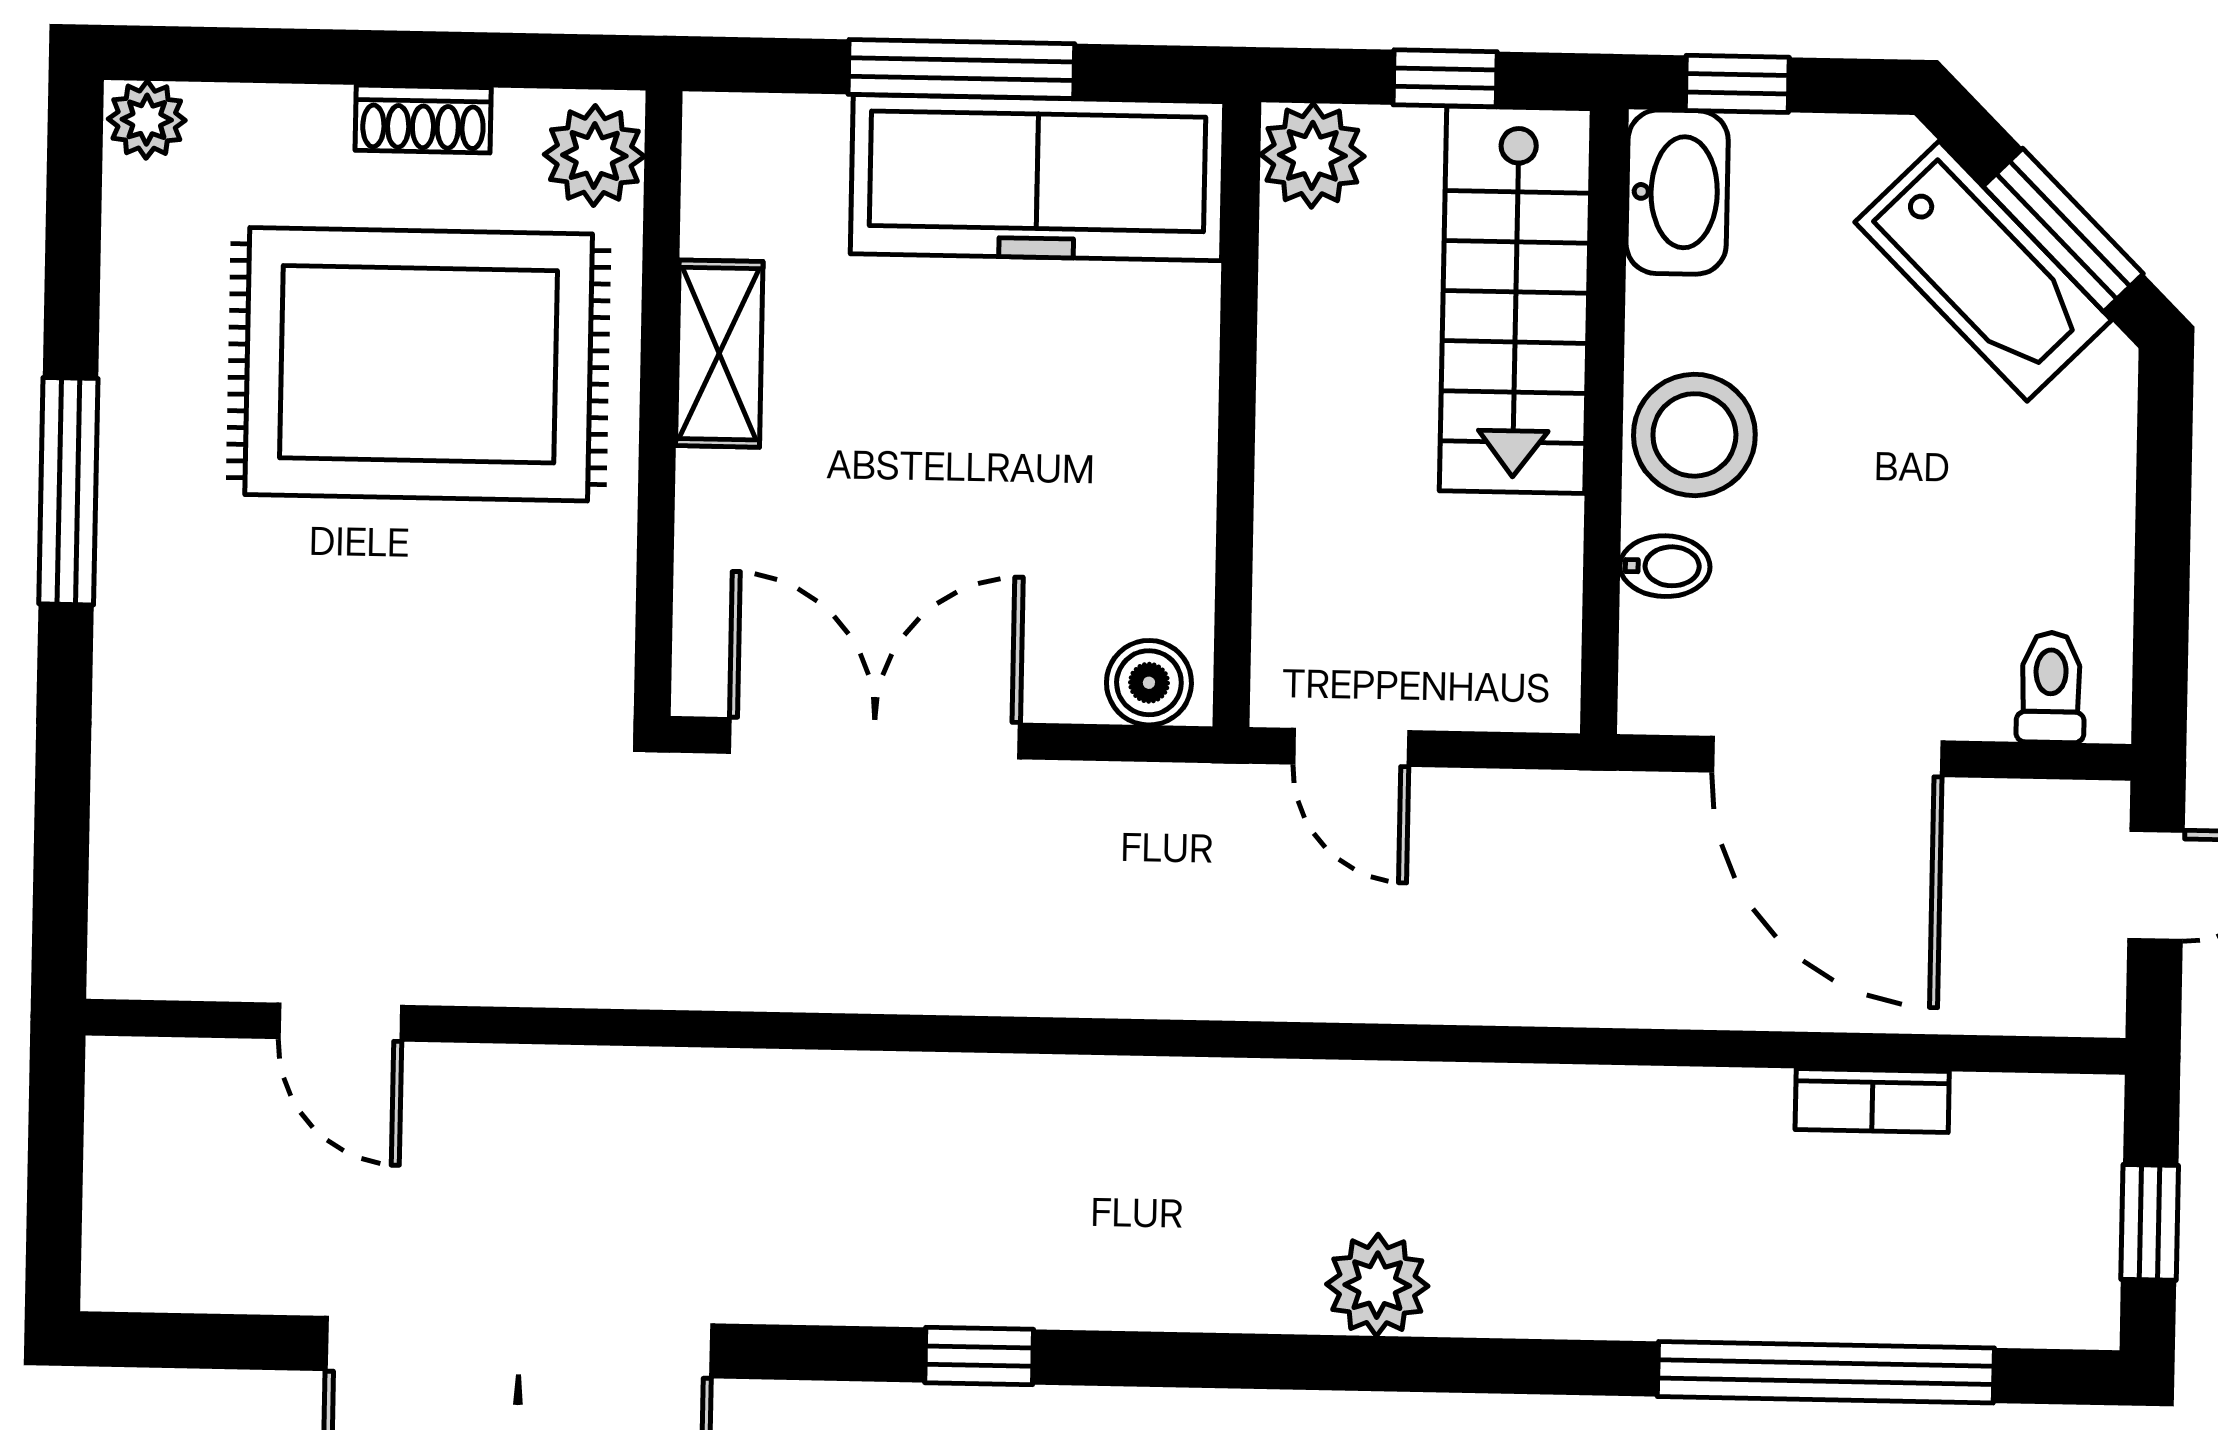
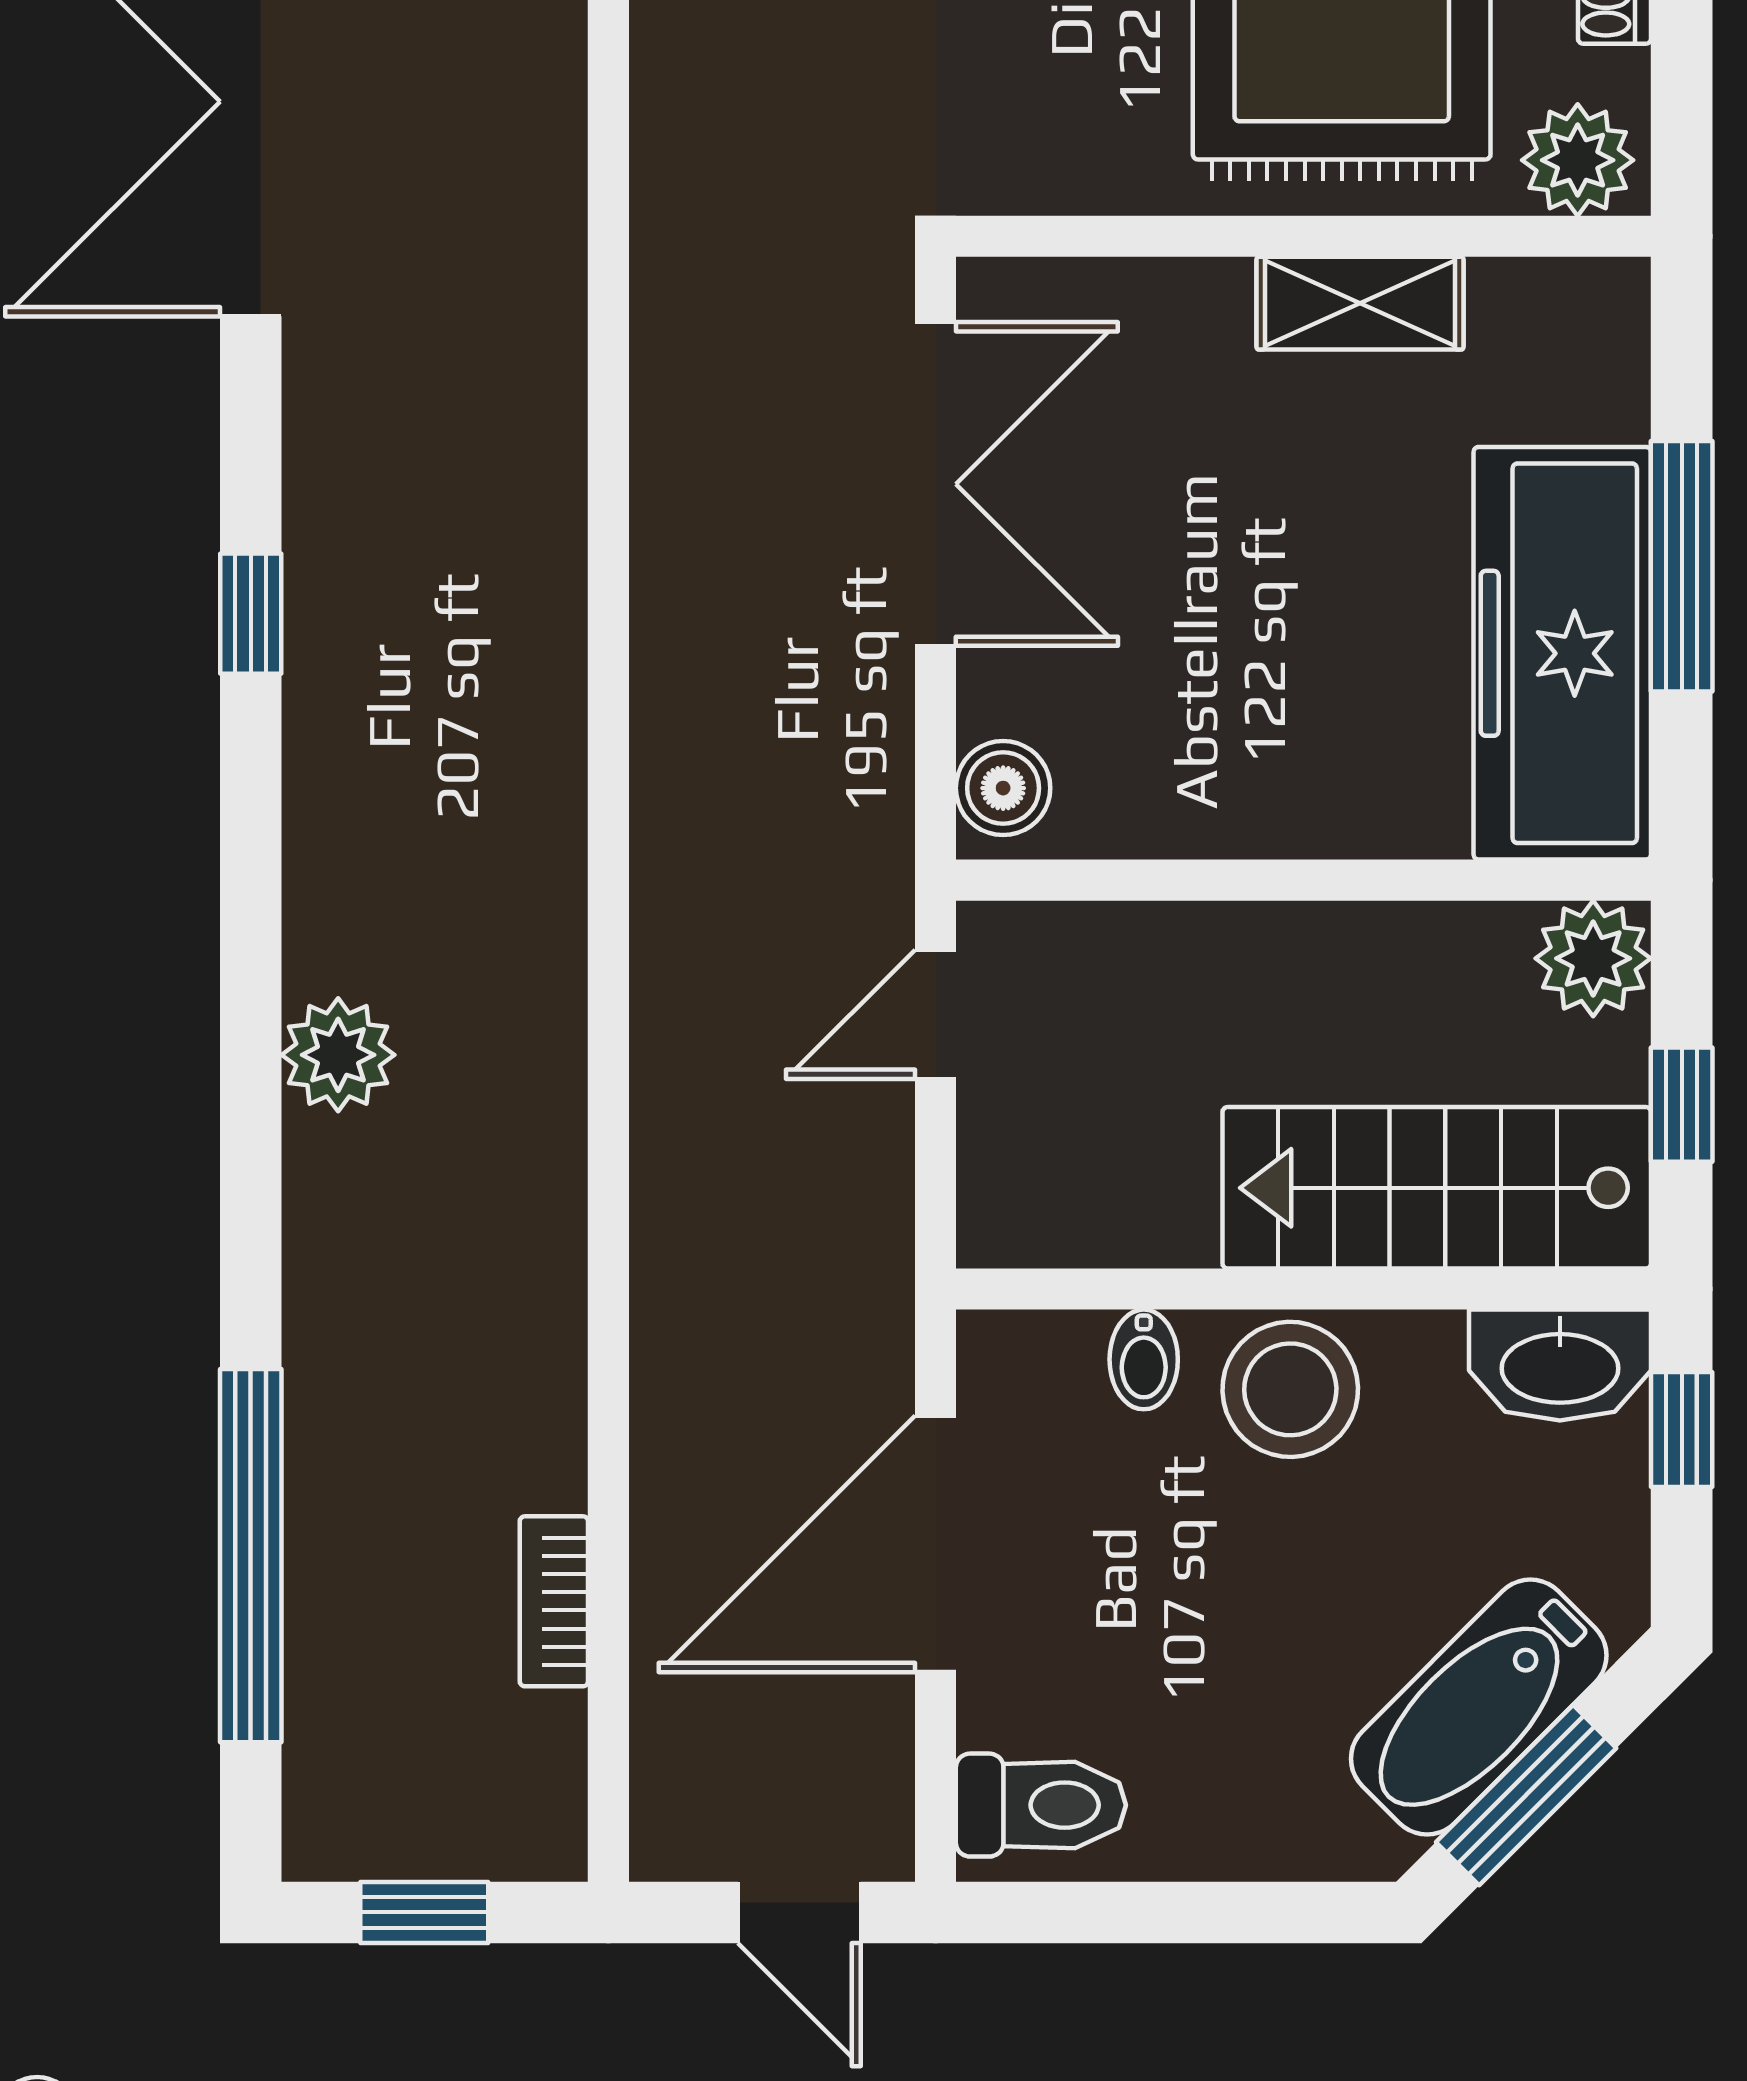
toilet: (2051, 687) -> (1041, 1805), width x1.37, depth x1.39

